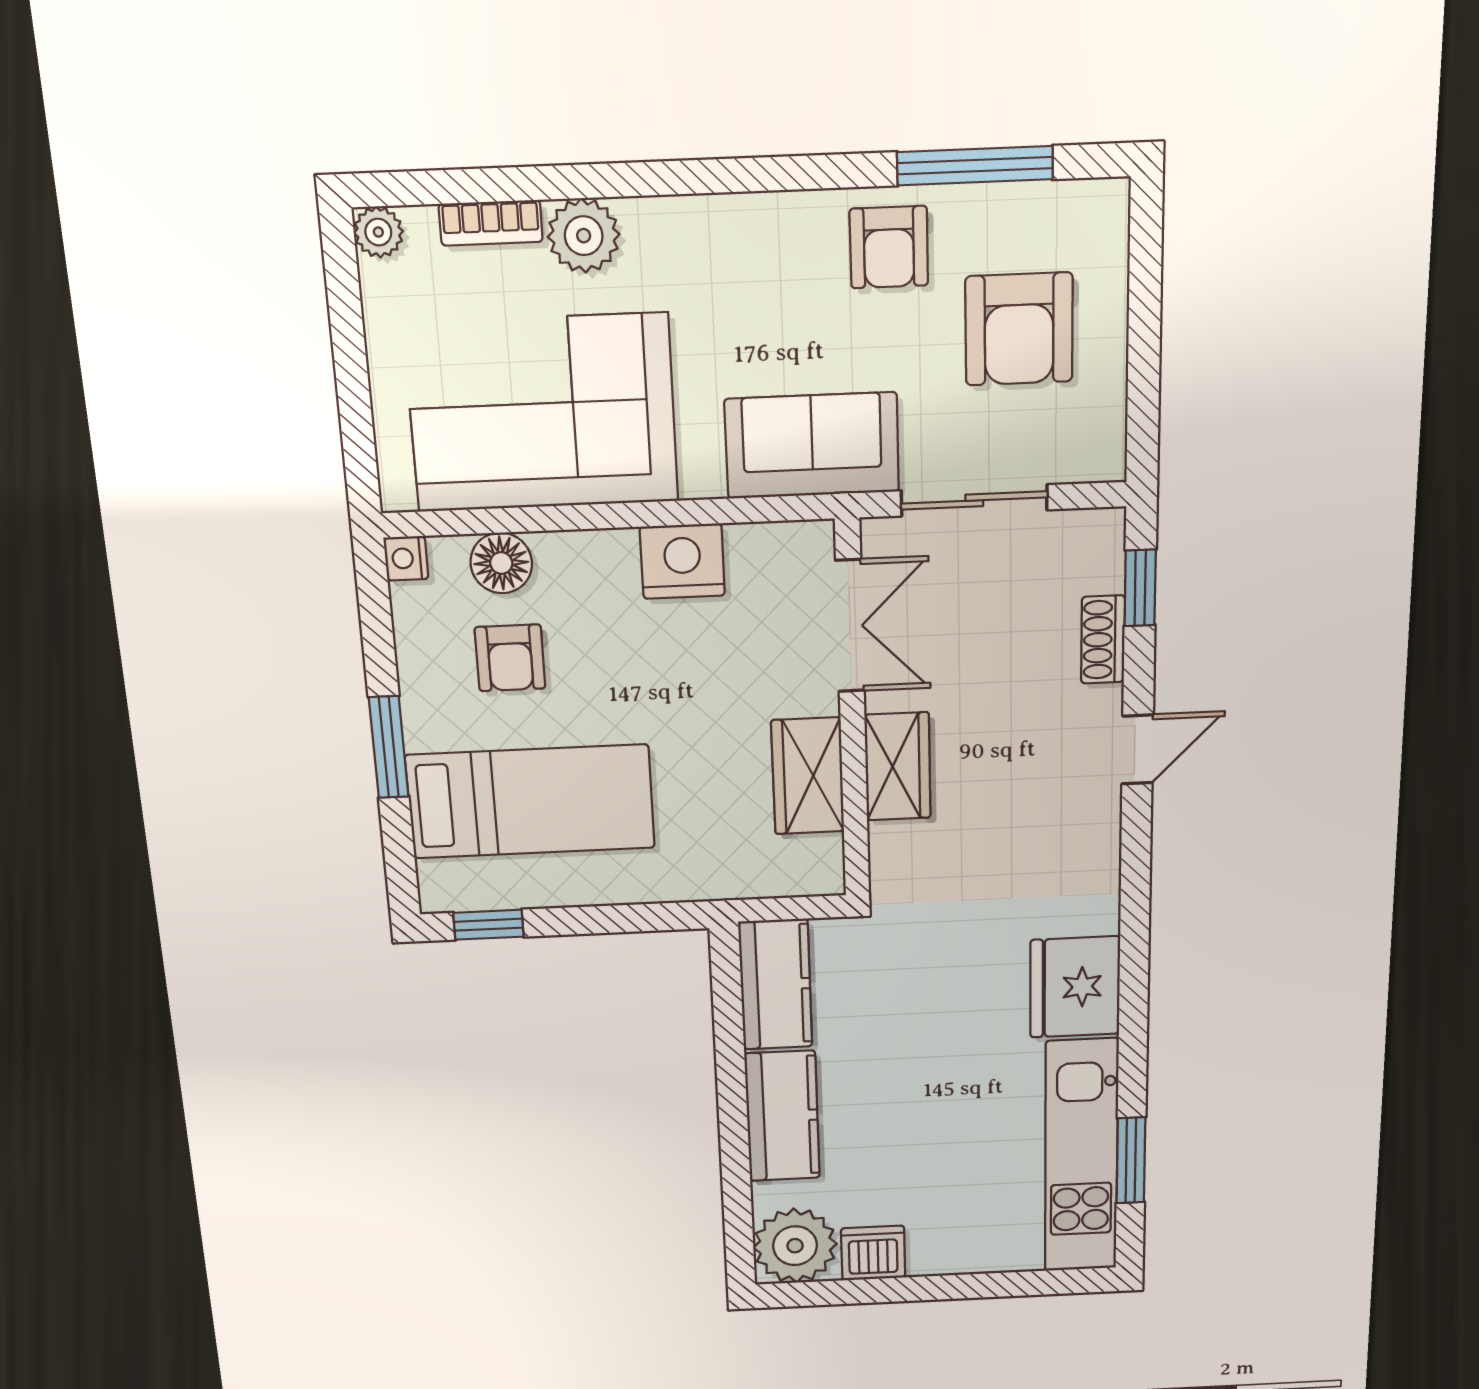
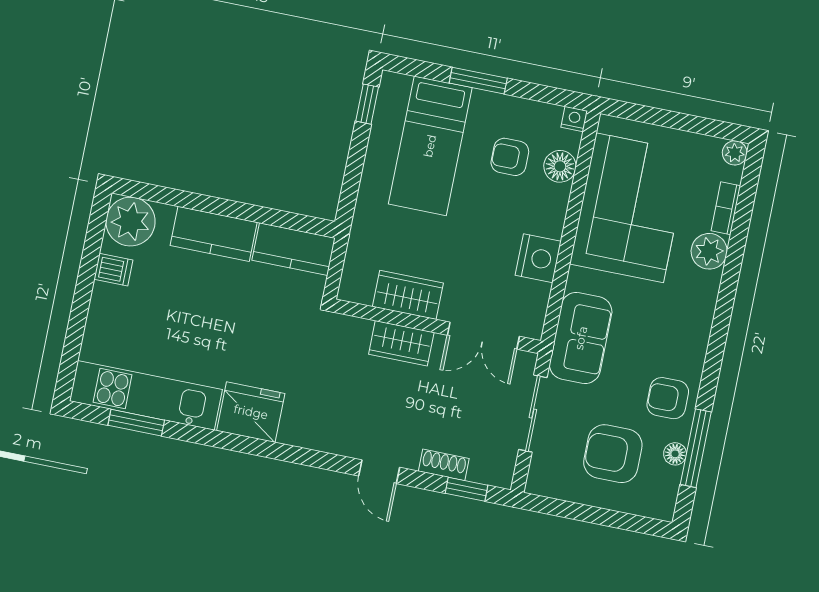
floor lamp: (995, 205) -> (675, 454), added
dishwasher: (873, 1253) -> (113, 270), width x0.73

